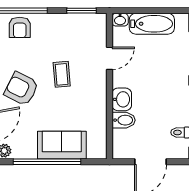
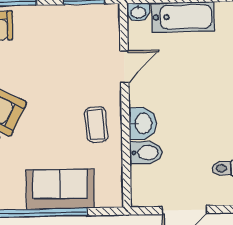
coffee table: (62, 74) -> (96, 125), moved

